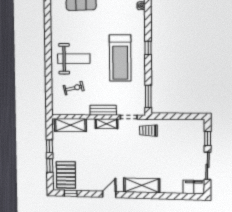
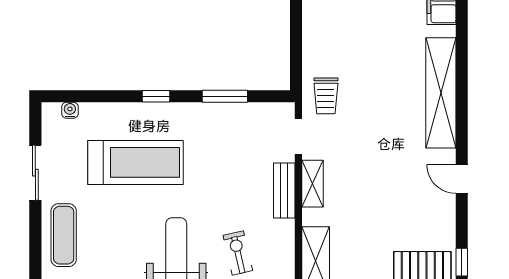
treadmill: (120, 58) -> (135, 162), moved
window: (148, 96) -> (225, 96), moved
shelving: (142, 185) -> (441, 93), width x1.47

